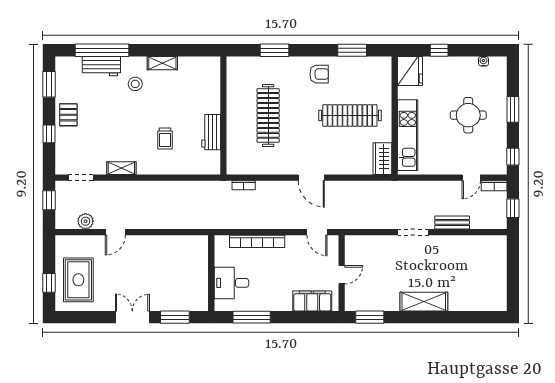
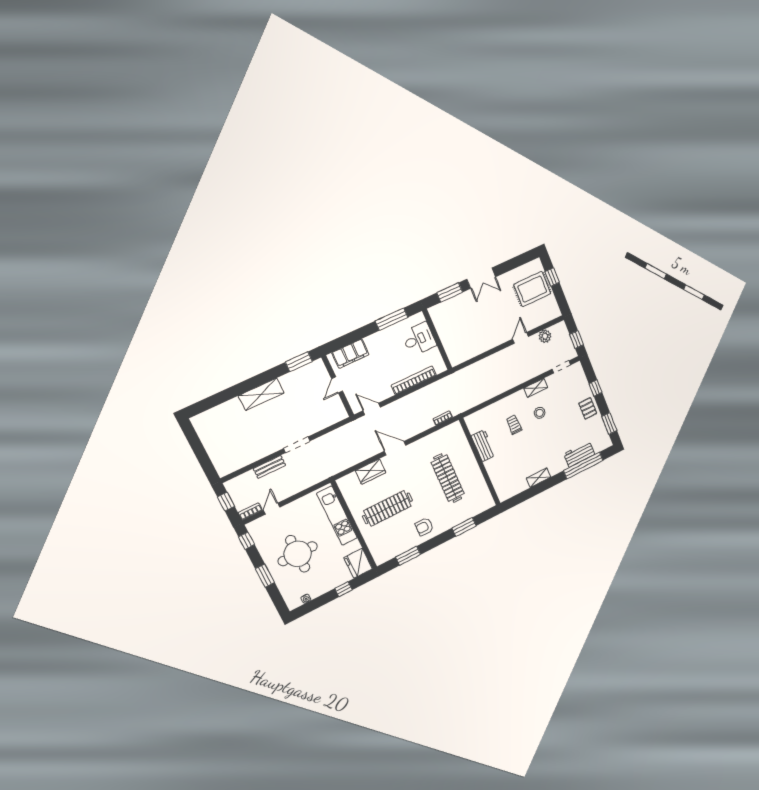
stool: (135, 84) -> (540, 413), moved
round table: (468, 115) -> (298, 554), width x1.36, depth x1.36
wardrobe: (382, 159) -> (371, 472), moved, turned 90
rug: (78, 280) -> (532, 289), turned 90

